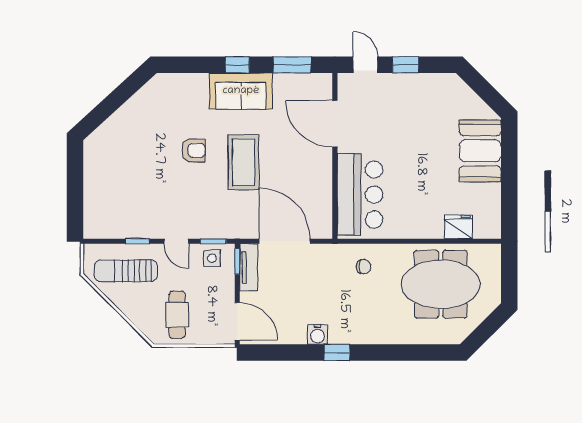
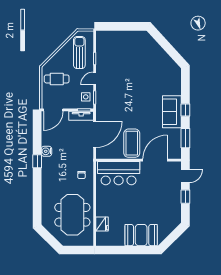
armchair: (193, 150) -> (141, 87), removed
coffee table: (244, 162) -> (132, 143), moved, turned 90

